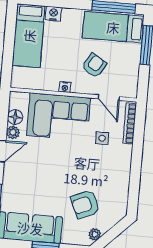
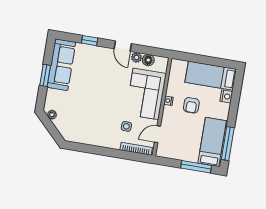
armchair: (94, 65) -> (191, 105), moved, turned 59
armchair: (85, 204) -> (76, 109), removed

